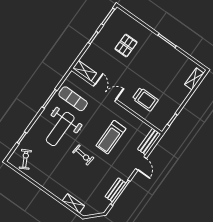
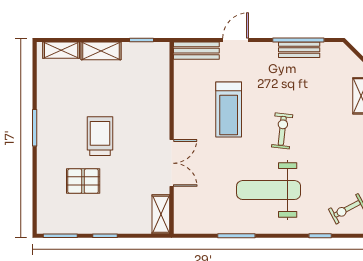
double door: (105, 93) -> (172, 163), swing flipped
shelving: (181, 97) -> (101, 51), added
exercise mat: (73, 99) -> (213, 202), removed
trolley: (145, 99) -> (100, 136), moved
weight bench: (60, 129) -> (269, 190), turned 180
treadmill: (111, 137) -> (229, 110), turned 90

